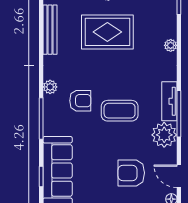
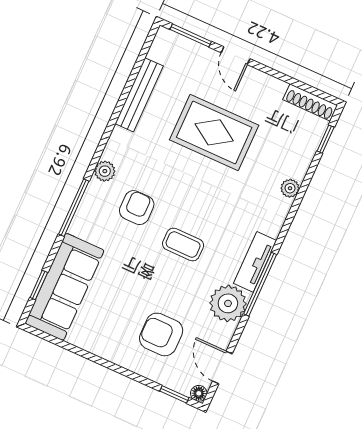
armchair: (80, 101) -> (137, 208), turned -90
coffee table: (120, 111) -> (183, 245), width x0.73, depth x0.77

